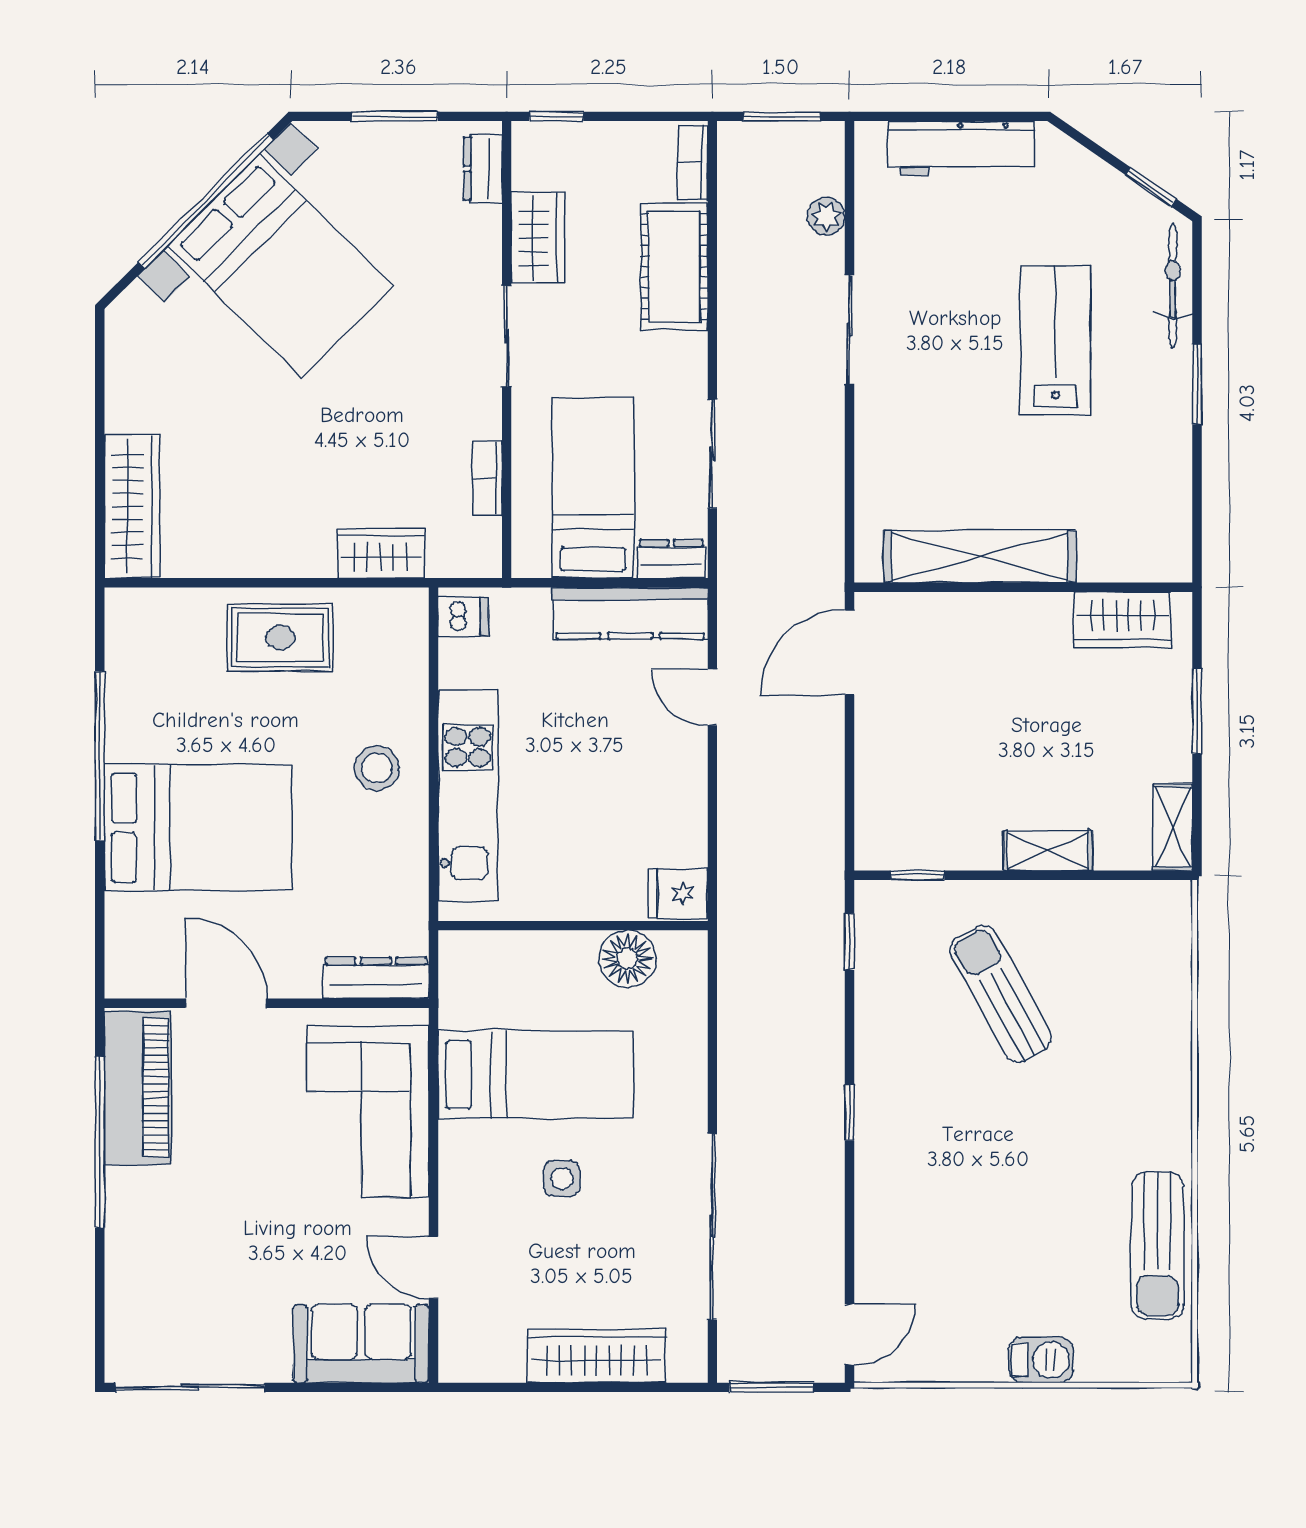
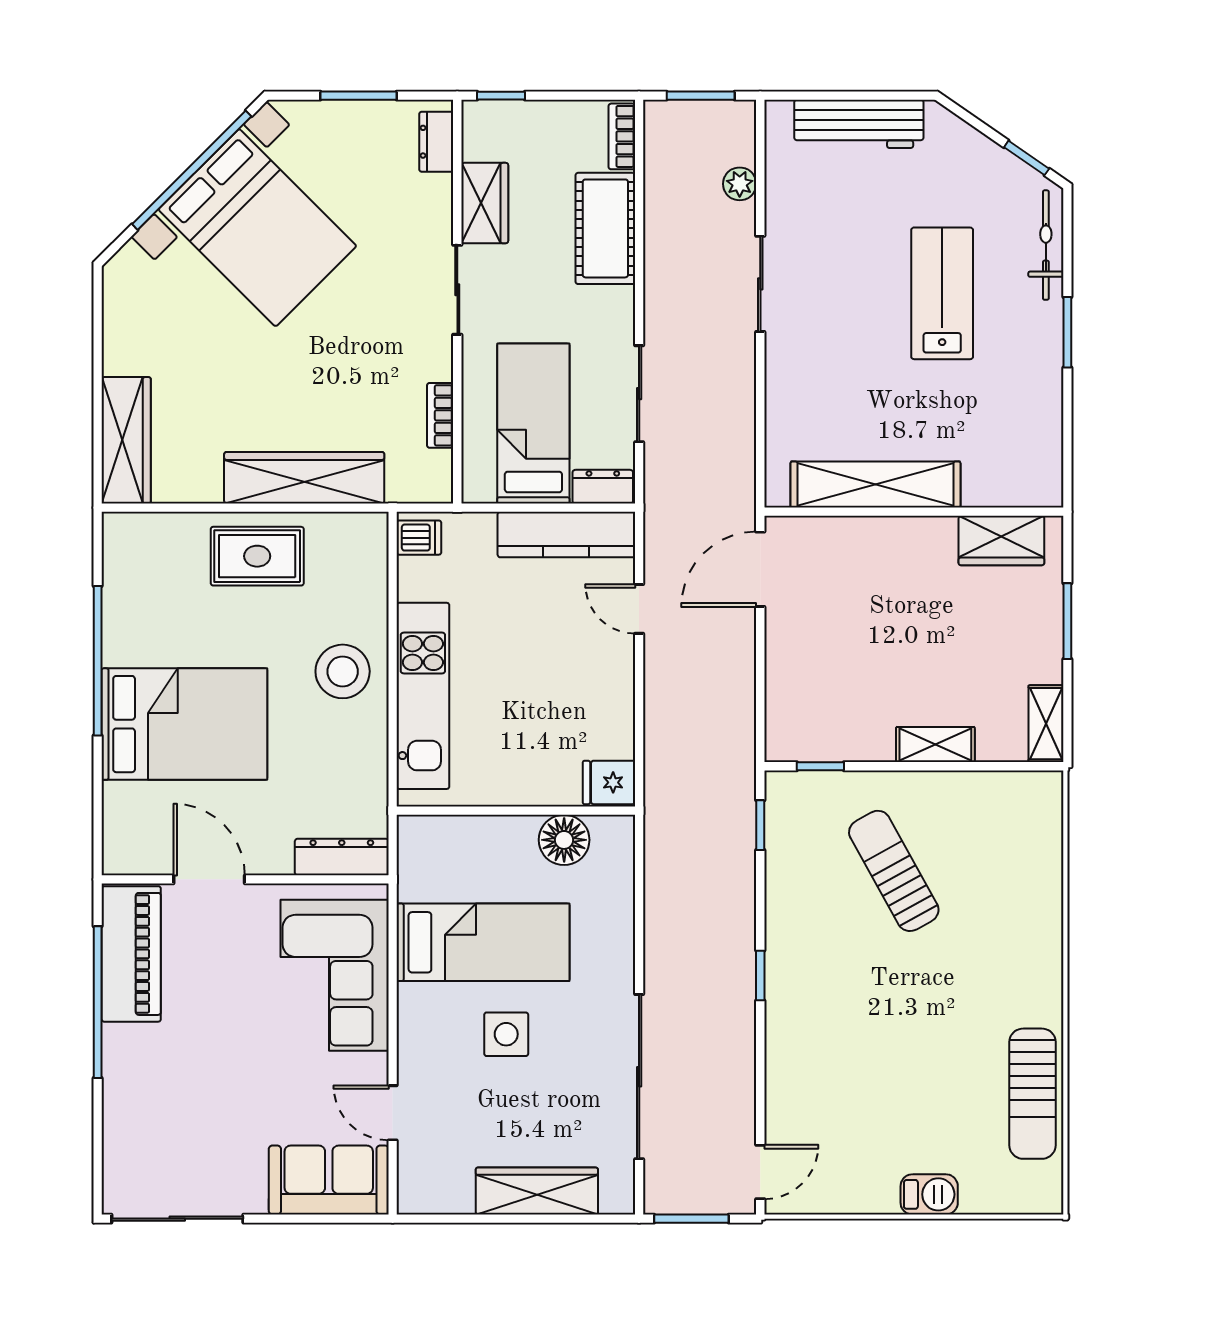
wardrobe: (381, 553) -> (304, 478), width x2.10, depth x1.17
stool: (377, 768) -> (343, 671), width x1.38, depth x1.38
side table: (562, 1179) -> (506, 1034), width x1.37, depth x1.37

